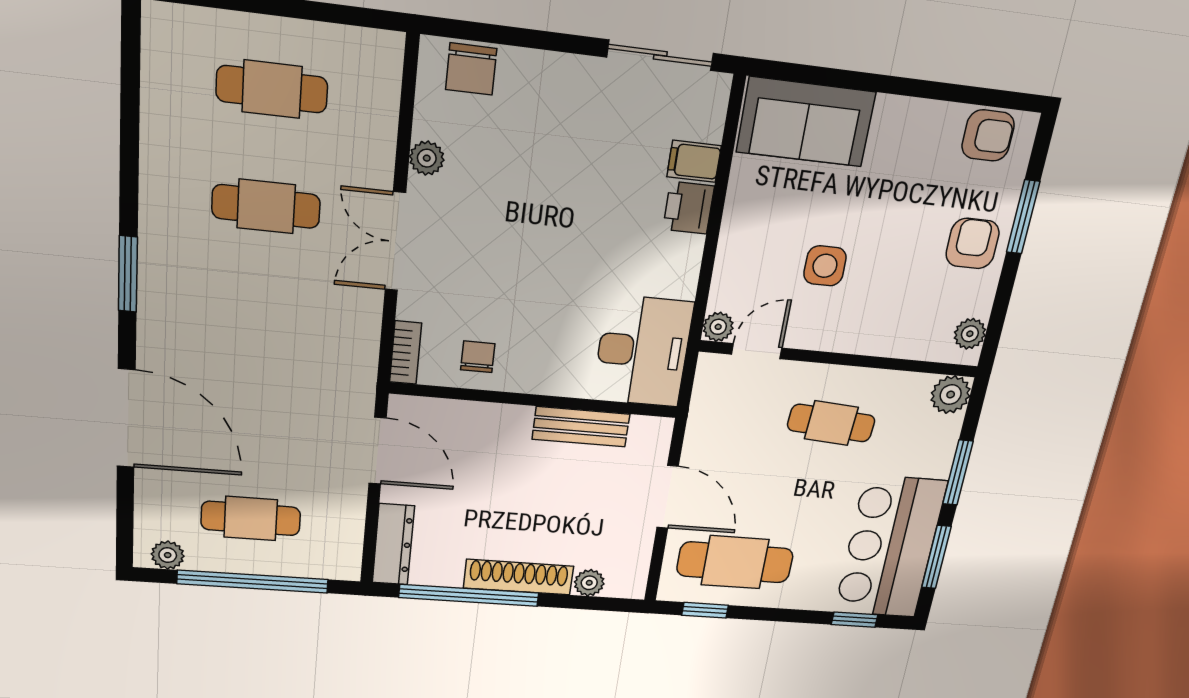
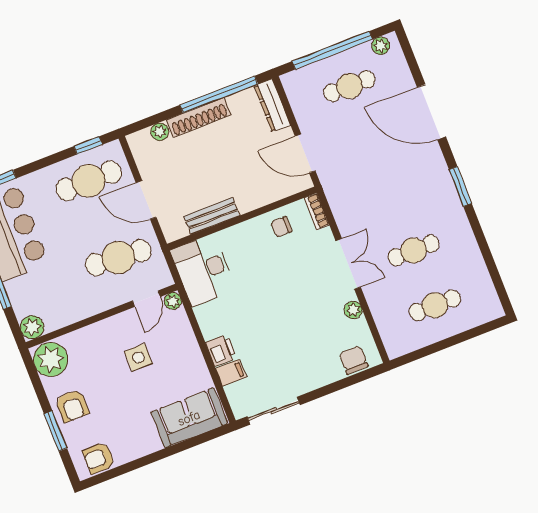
plant: (970, 334) -> (51, 359), width x1.88, depth x1.88
chair: (478, 357) -> (281, 227), turned 90
cafe table: (831, 423) -> (118, 258), moved, width x1.37, depth x1.35

